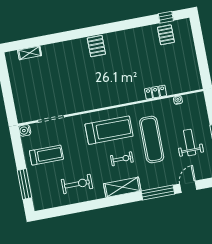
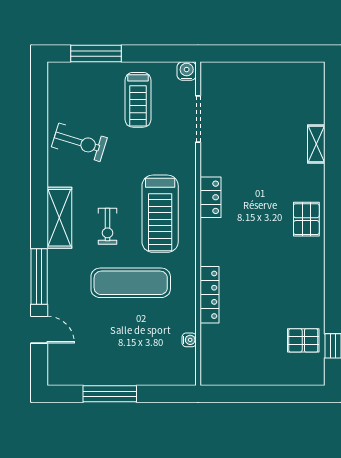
pallet: (96, 46) -> (306, 219), turned 90
shelving: (30, 53) -> (316, 144), moved
locker: (156, 92) -> (210, 295), width x1.53
locker: (94, 103) -> (210, 197), added
weight bench: (190, 142) -> (114, 346), removed
exercise bike: (77, 184) -> (79, 142), turned -73

